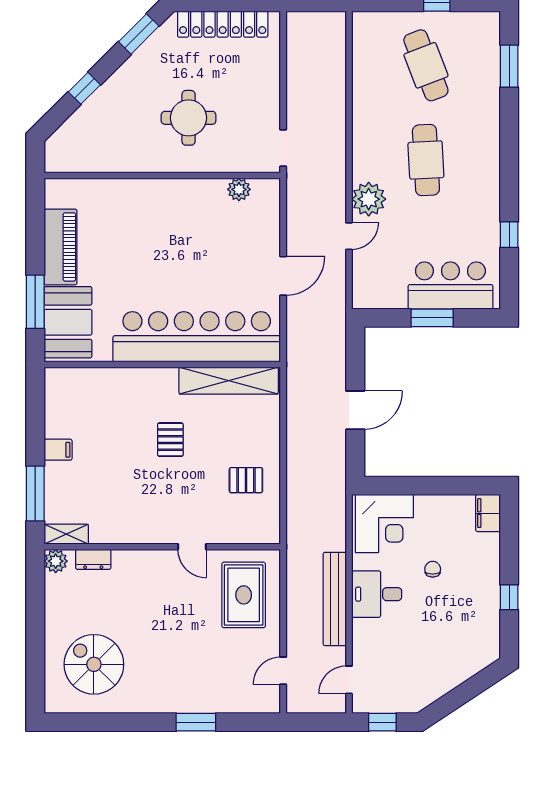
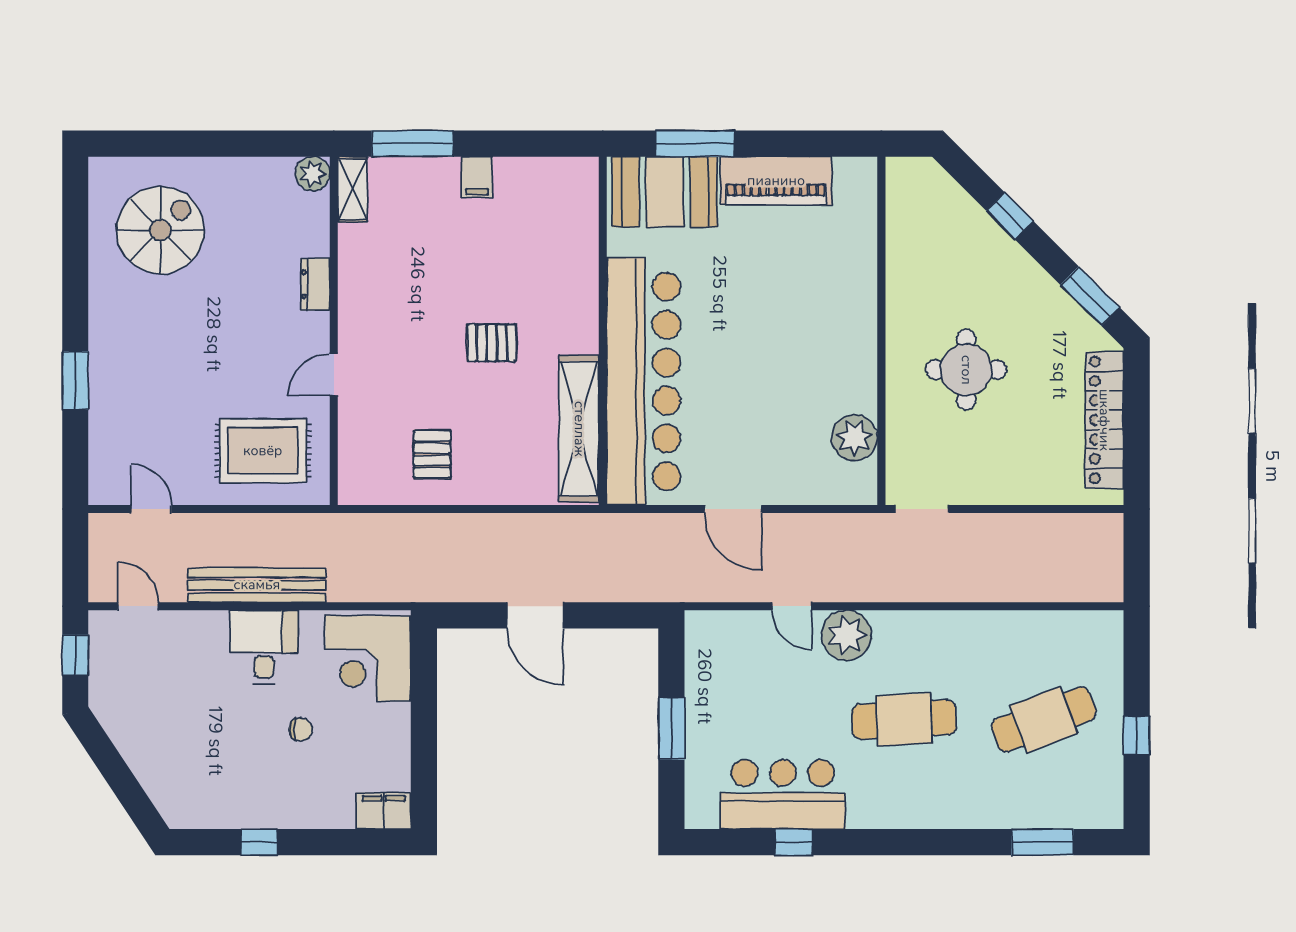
plant: (239, 189) -> (854, 438), width x1.36, depth x1.36
bar counter: (450, 285) -> (783, 794), moved, turned -90
dresser: (93, 559) -> (315, 284), moved

